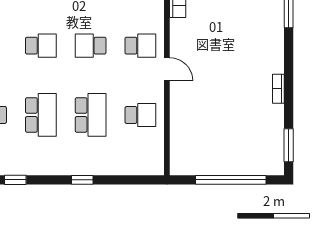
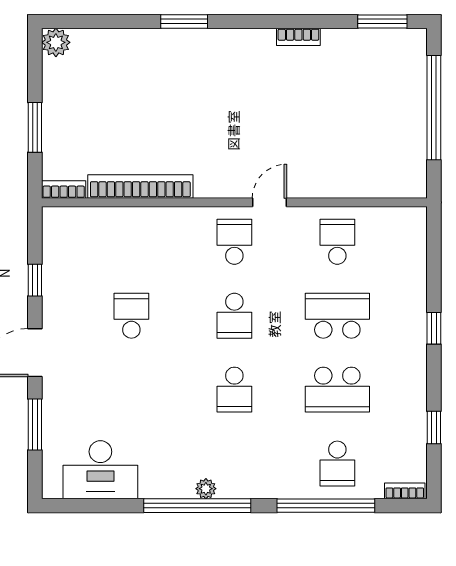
school desk: (41, 46) -> (234, 390), turned 180
school desk: (41, 115) -> (337, 390), turned 180

